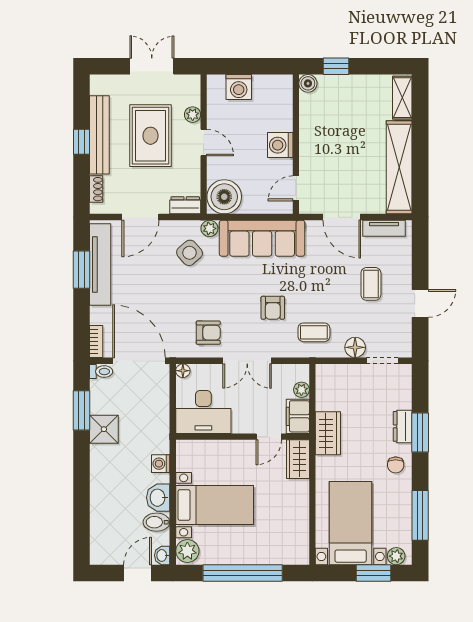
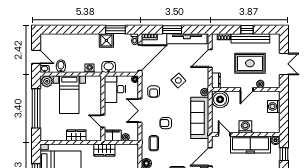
freezer: (316, 135) -> (250, 144), added
door: (140, 217) -> (210, 58), hinge flipped
side table: (190, 253) -> (178, 80), moved
window: (81, 270) -> (172, 30), moved
wardrobe: (298, 459) -> (76, 135), moved
washbasin: (158, 498) -> (109, 67), moved

